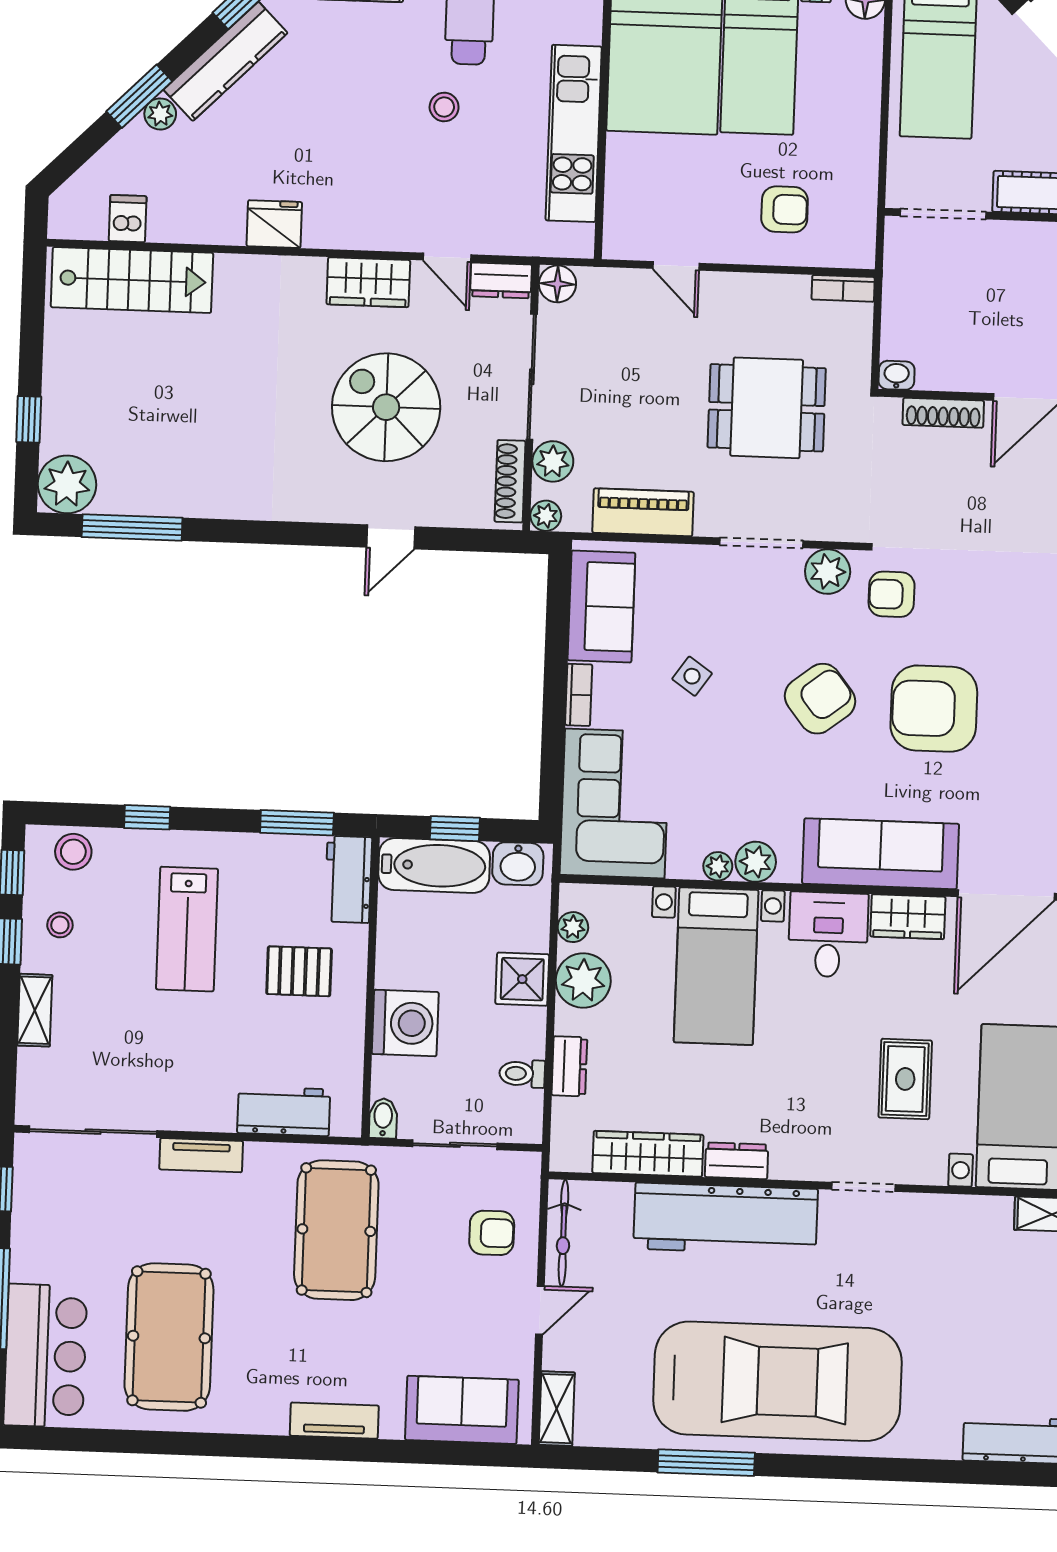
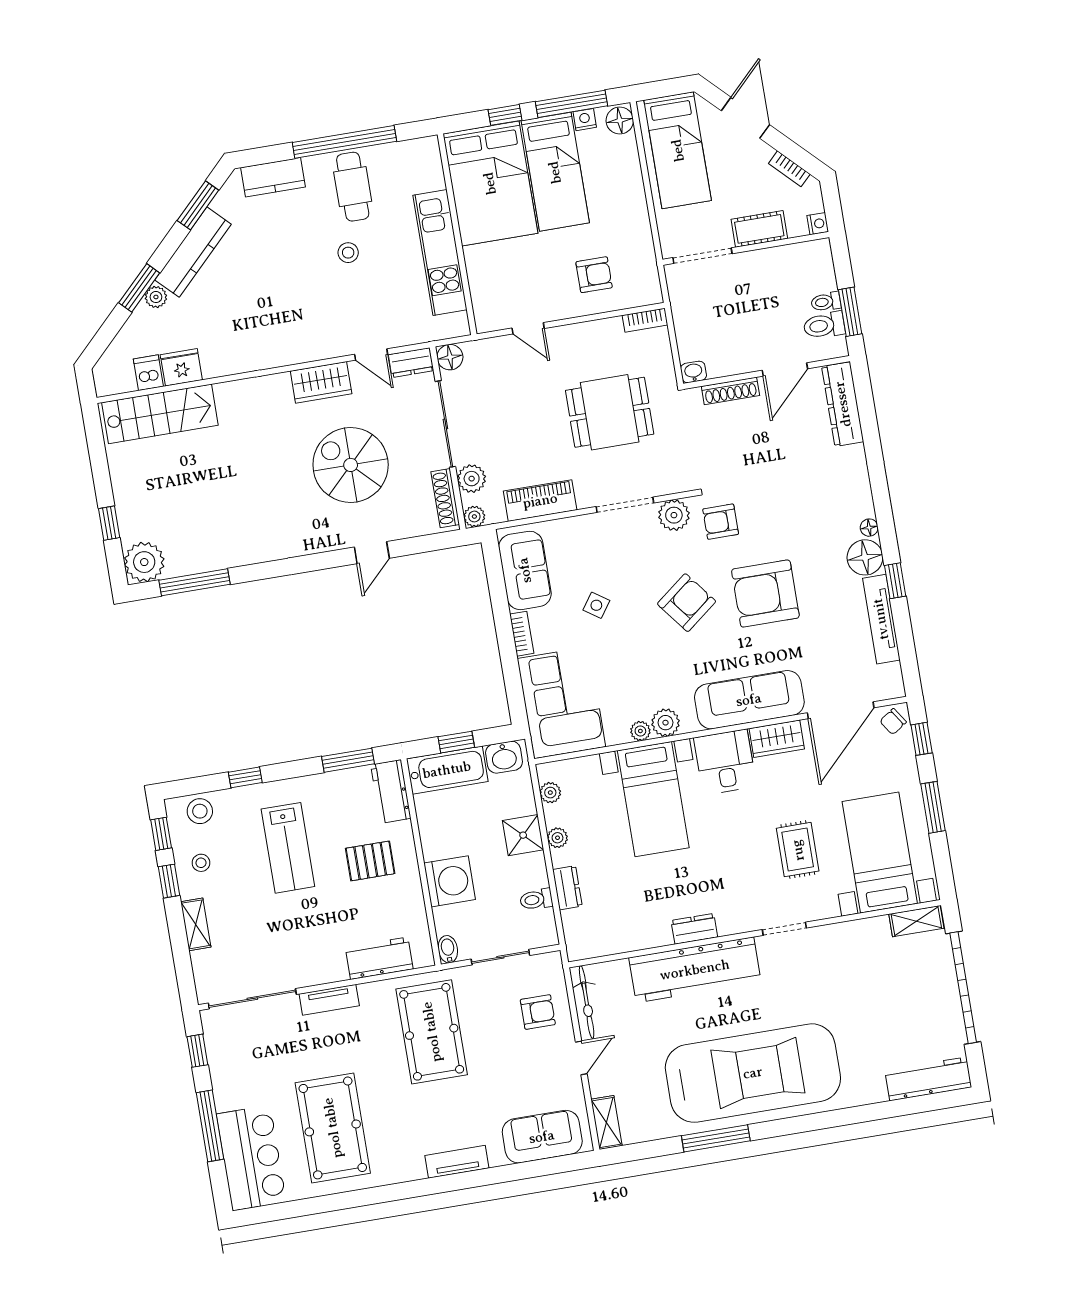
fridge: (274, 224) -> (181, 367), moved
plant: (583, 981) -> (557, 838), width x0.53, depth x0.53
wardrobe: (648, 1154) -> (633, 936), removed

